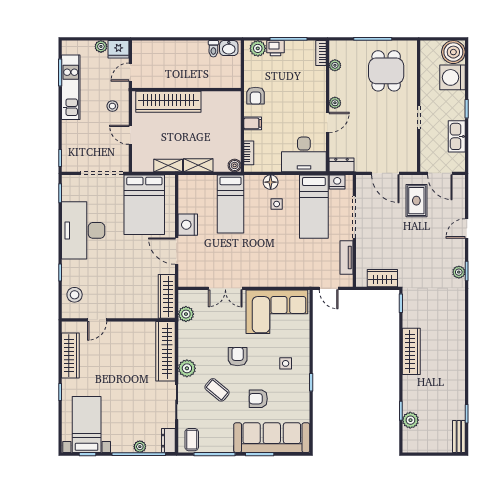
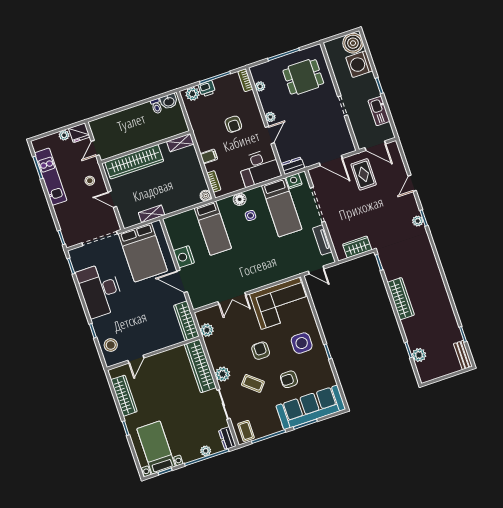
dining table: (386, 71) -> (303, 77), turned 90
armchair: (256, 96) -> (233, 124), moved
shelving: (198, 165) -> (180, 143), moved
side table: (286, 363) -> (302, 343), width x1.87, depth x1.87

